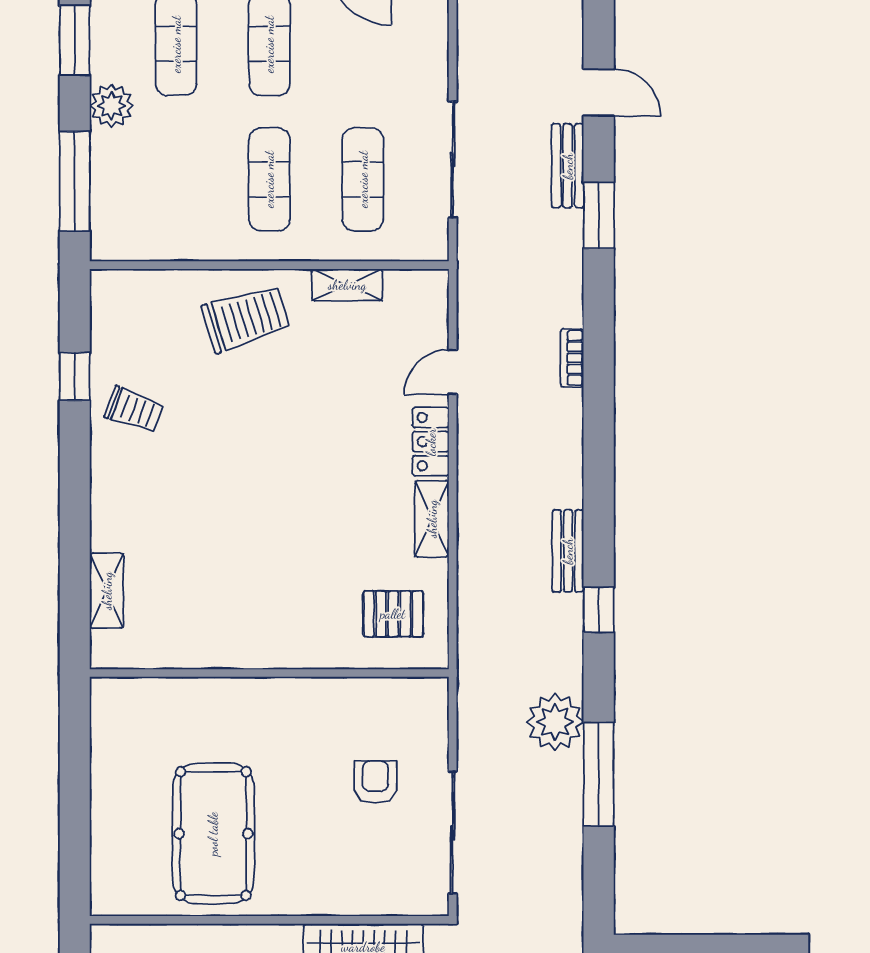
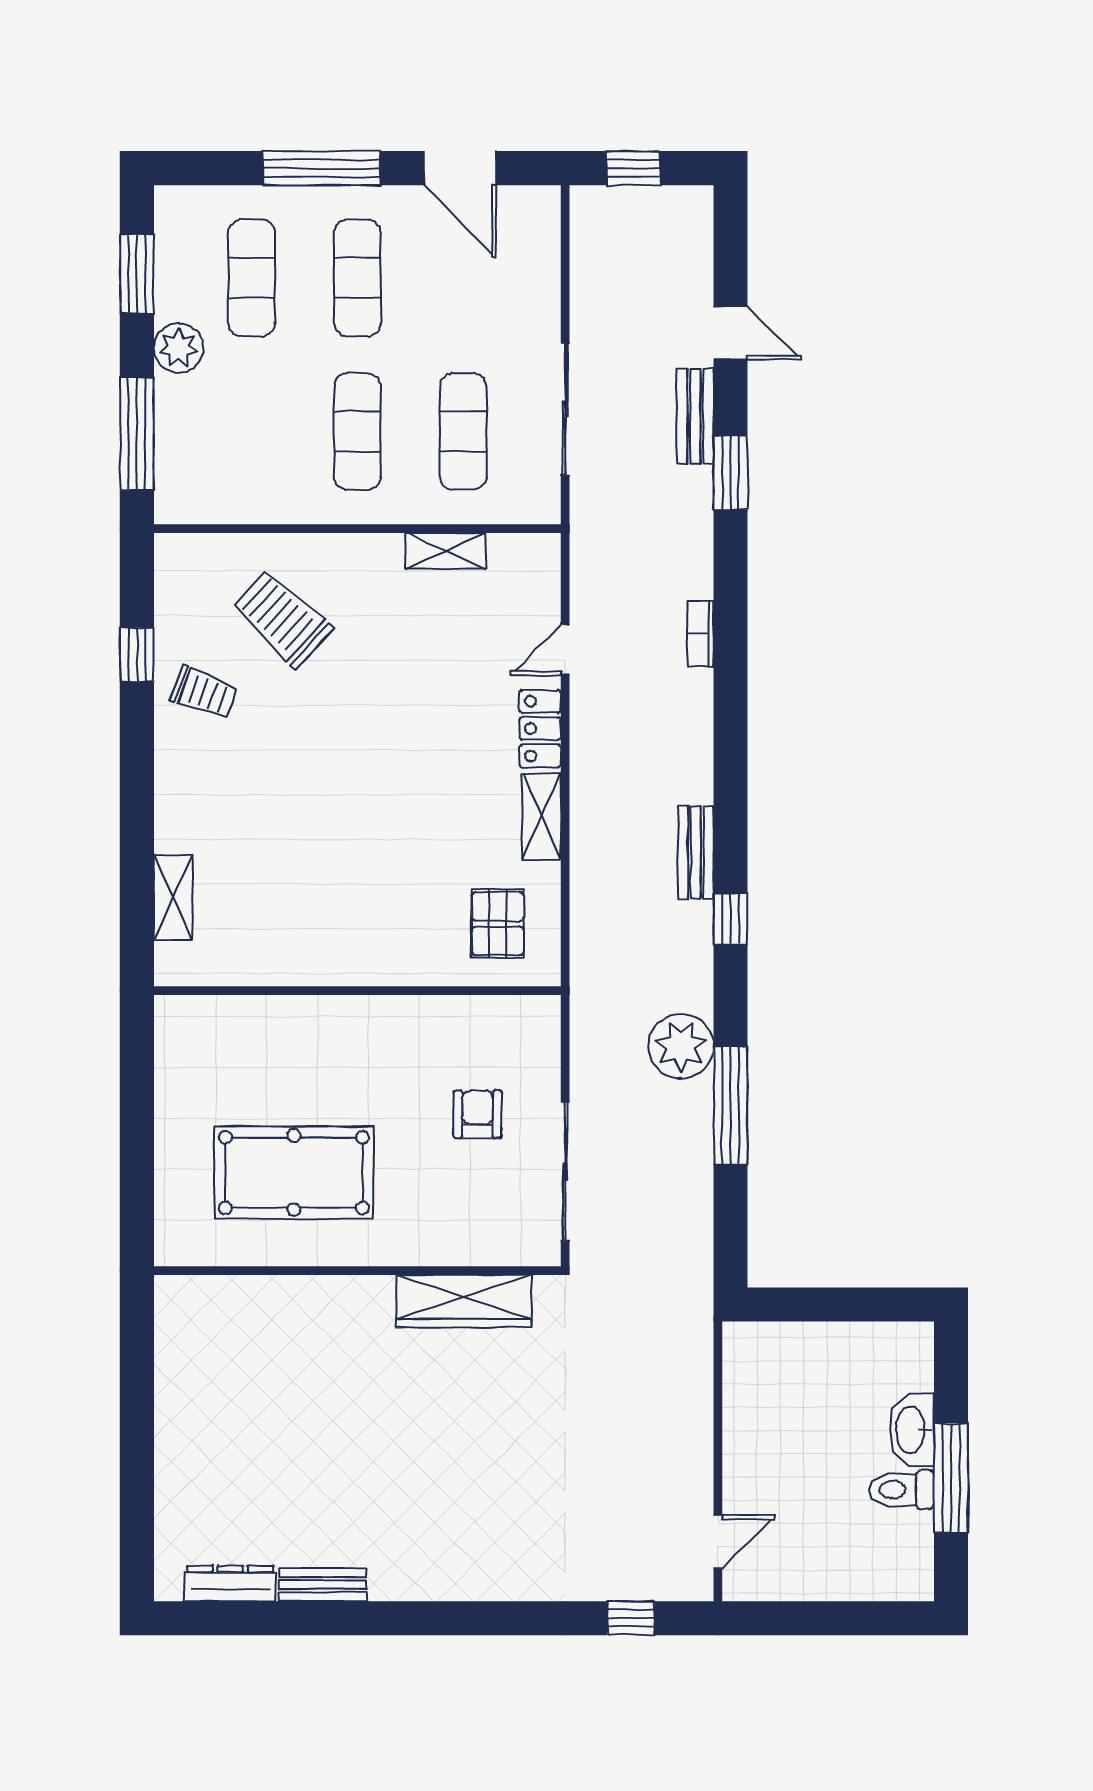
trolley: (246, 318) -> (282, 619), moved, turned -120
pallet: (393, 614) -> (498, 924), turned 90
pool table: (213, 834) -> (294, 1173), turned 90

